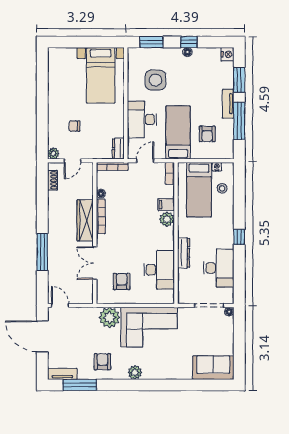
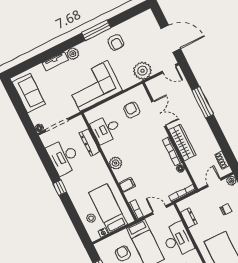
dresser: (118, 149) -> (189, 218), moved
door: (145, 161) -> (160, 210), swing flipped
plant: (167, 219) -> (116, 163), moved
dresser: (184, 253) -> (90, 142), moved
desk: (159, 270) -> (106, 129), width x0.73
armchair: (122, 281) -> (132, 110), turned 180
plant: (109, 318) -> (142, 71), moved
sofa: (213, 368) -> (29, 93), moved, turned -90
plant: (135, 373) -> (73, 54), moved
tv unit: (62, 374) -> (55, 61), moved
window: (80, 385) -> (96, 30), moved

